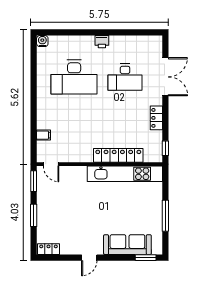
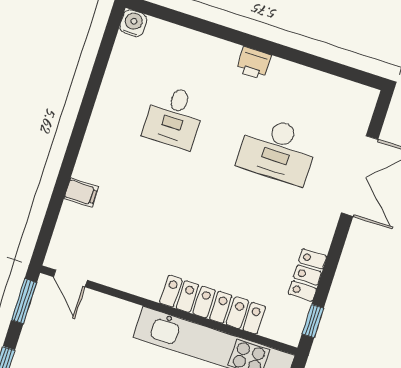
desk: (74, 77) -> (174, 117), width x0.53, depth x0.77
locker: (156, 118) -> (307, 275), moved
filing cabinet: (43, 135) -> (81, 193), moved

